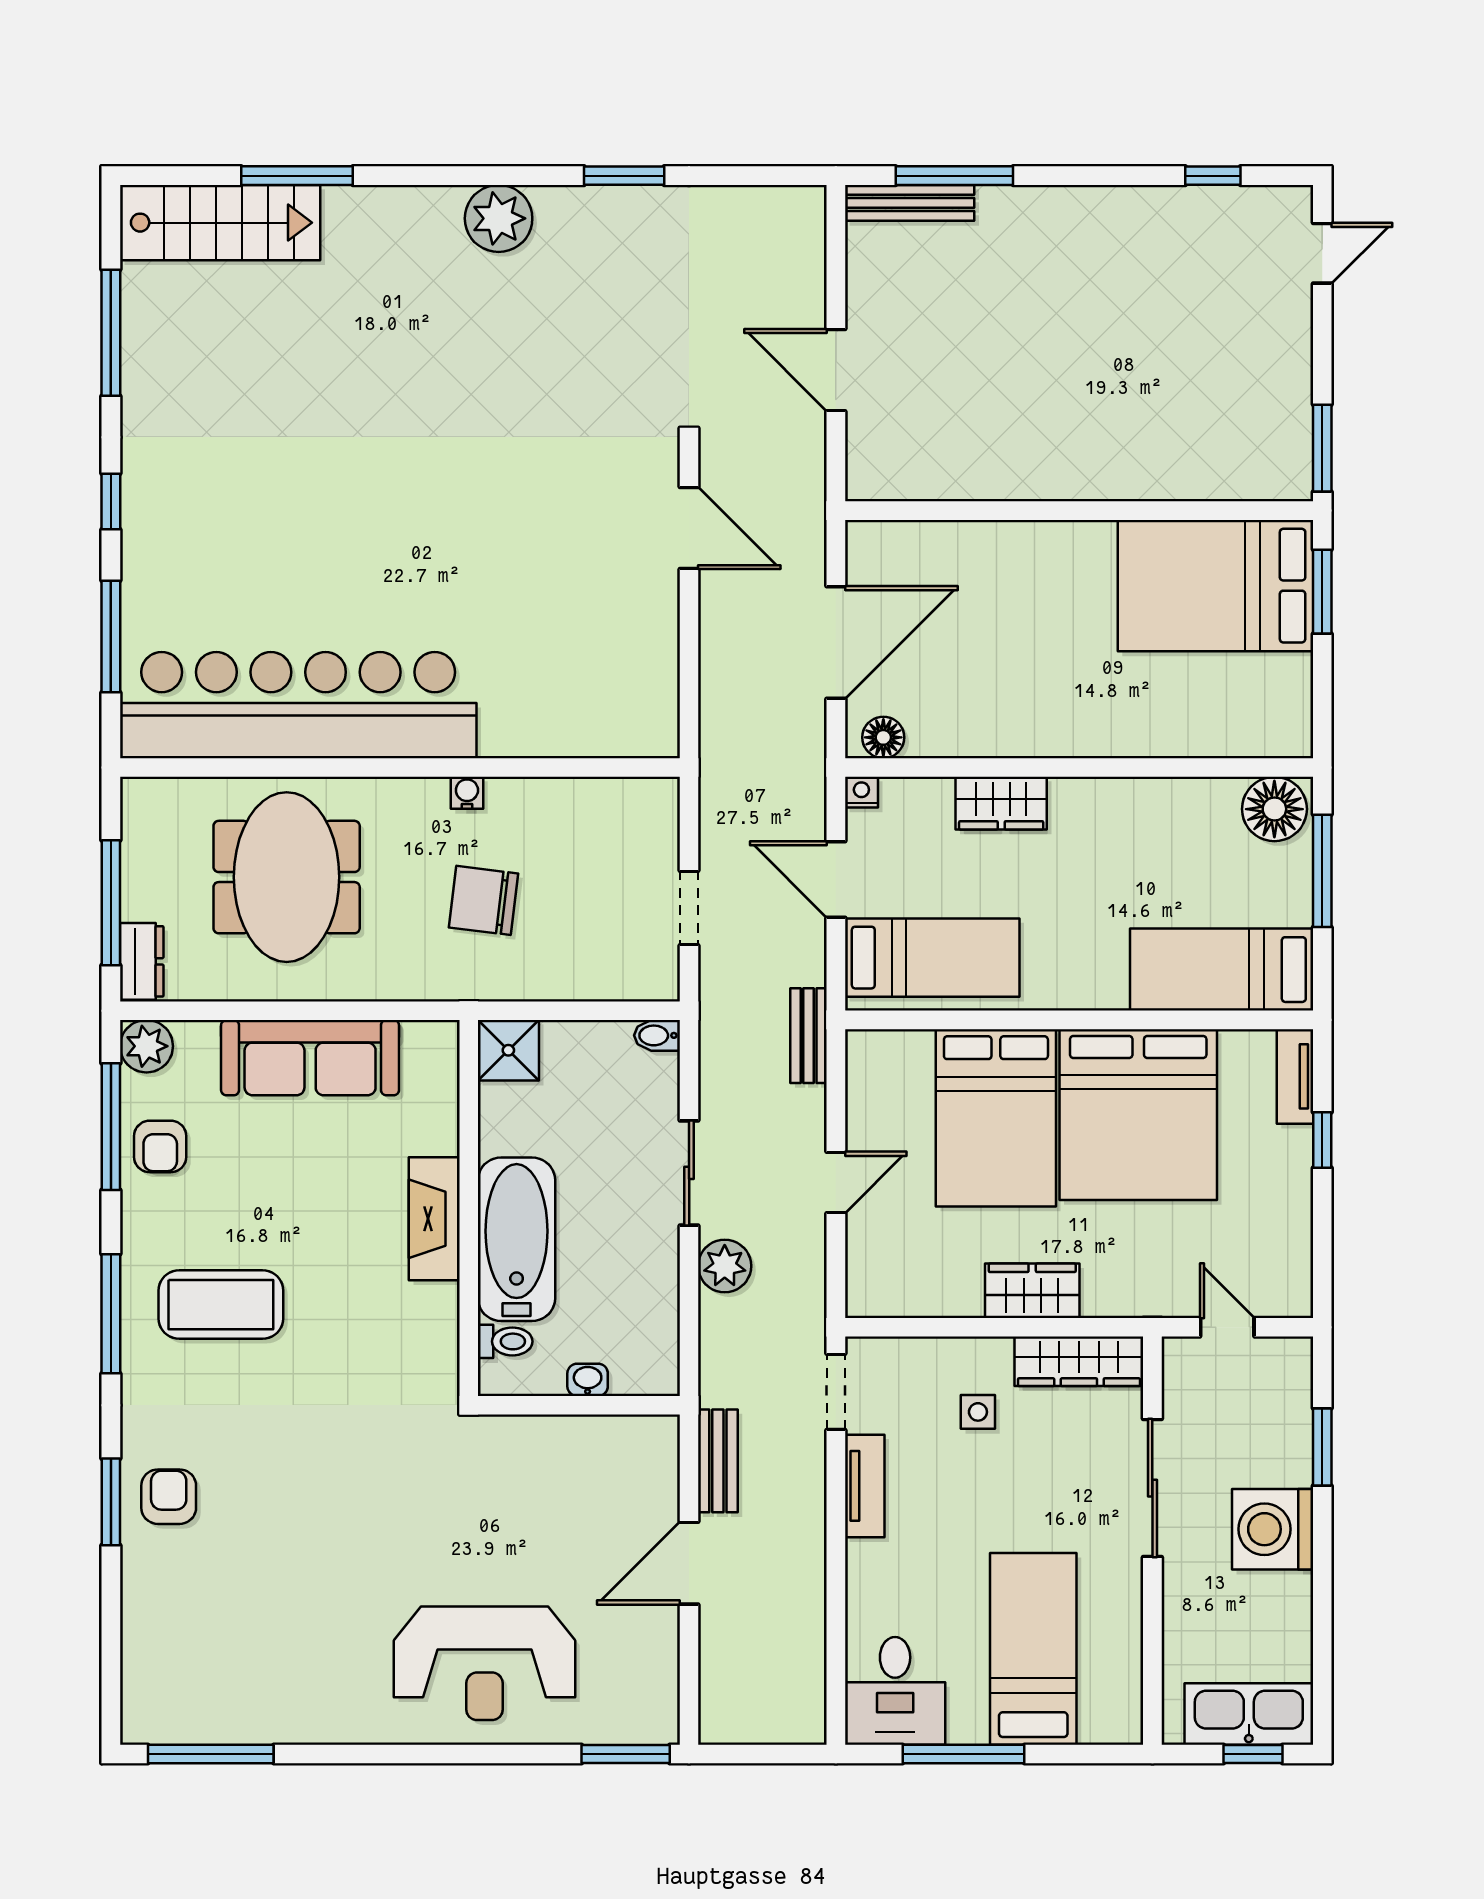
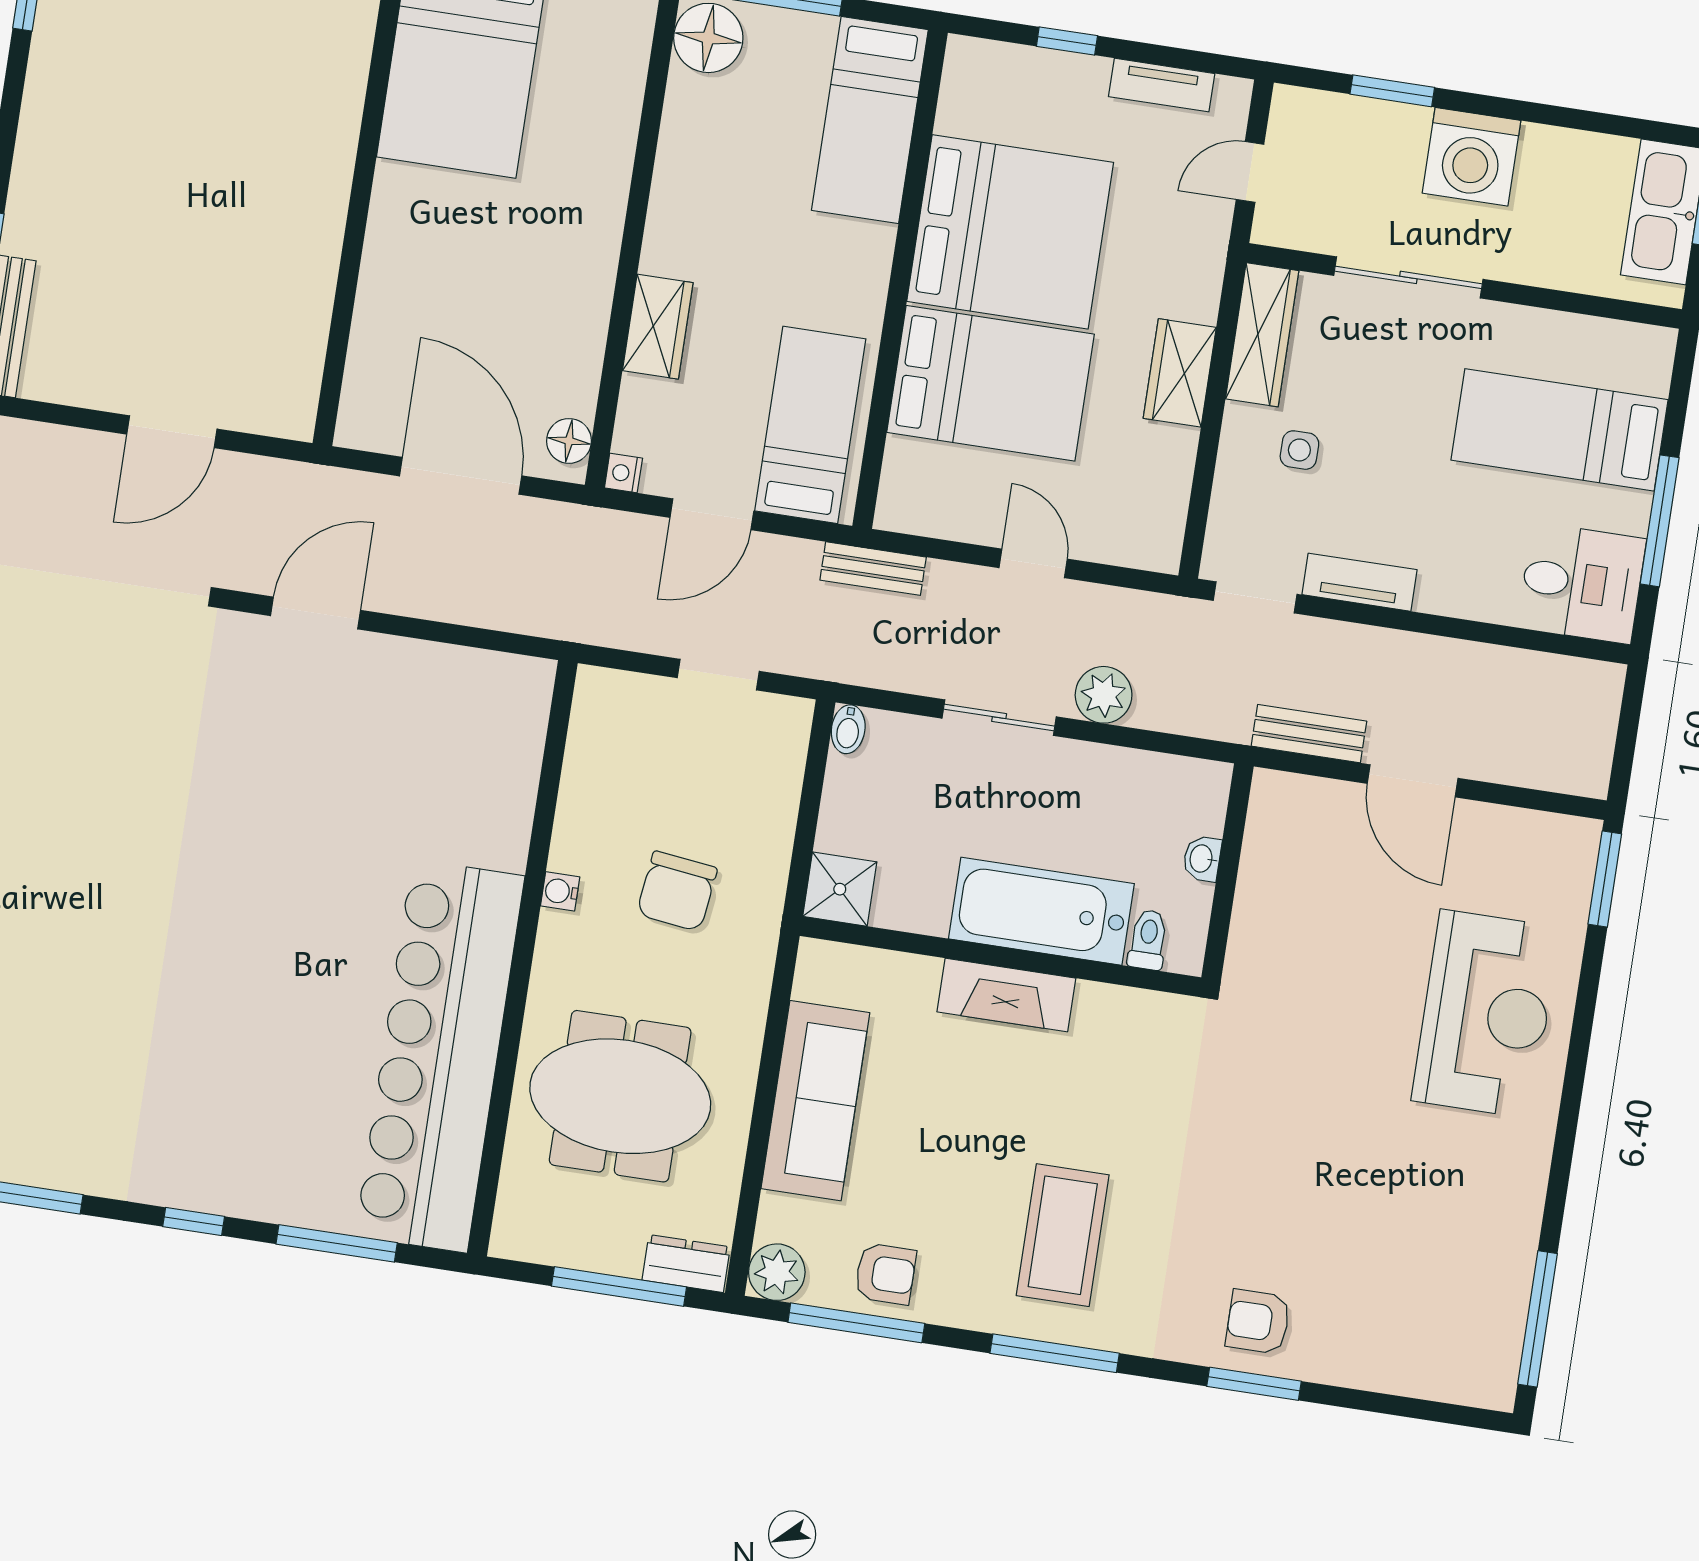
tv unit: (1295, 1076) -> (1162, 85), moved

